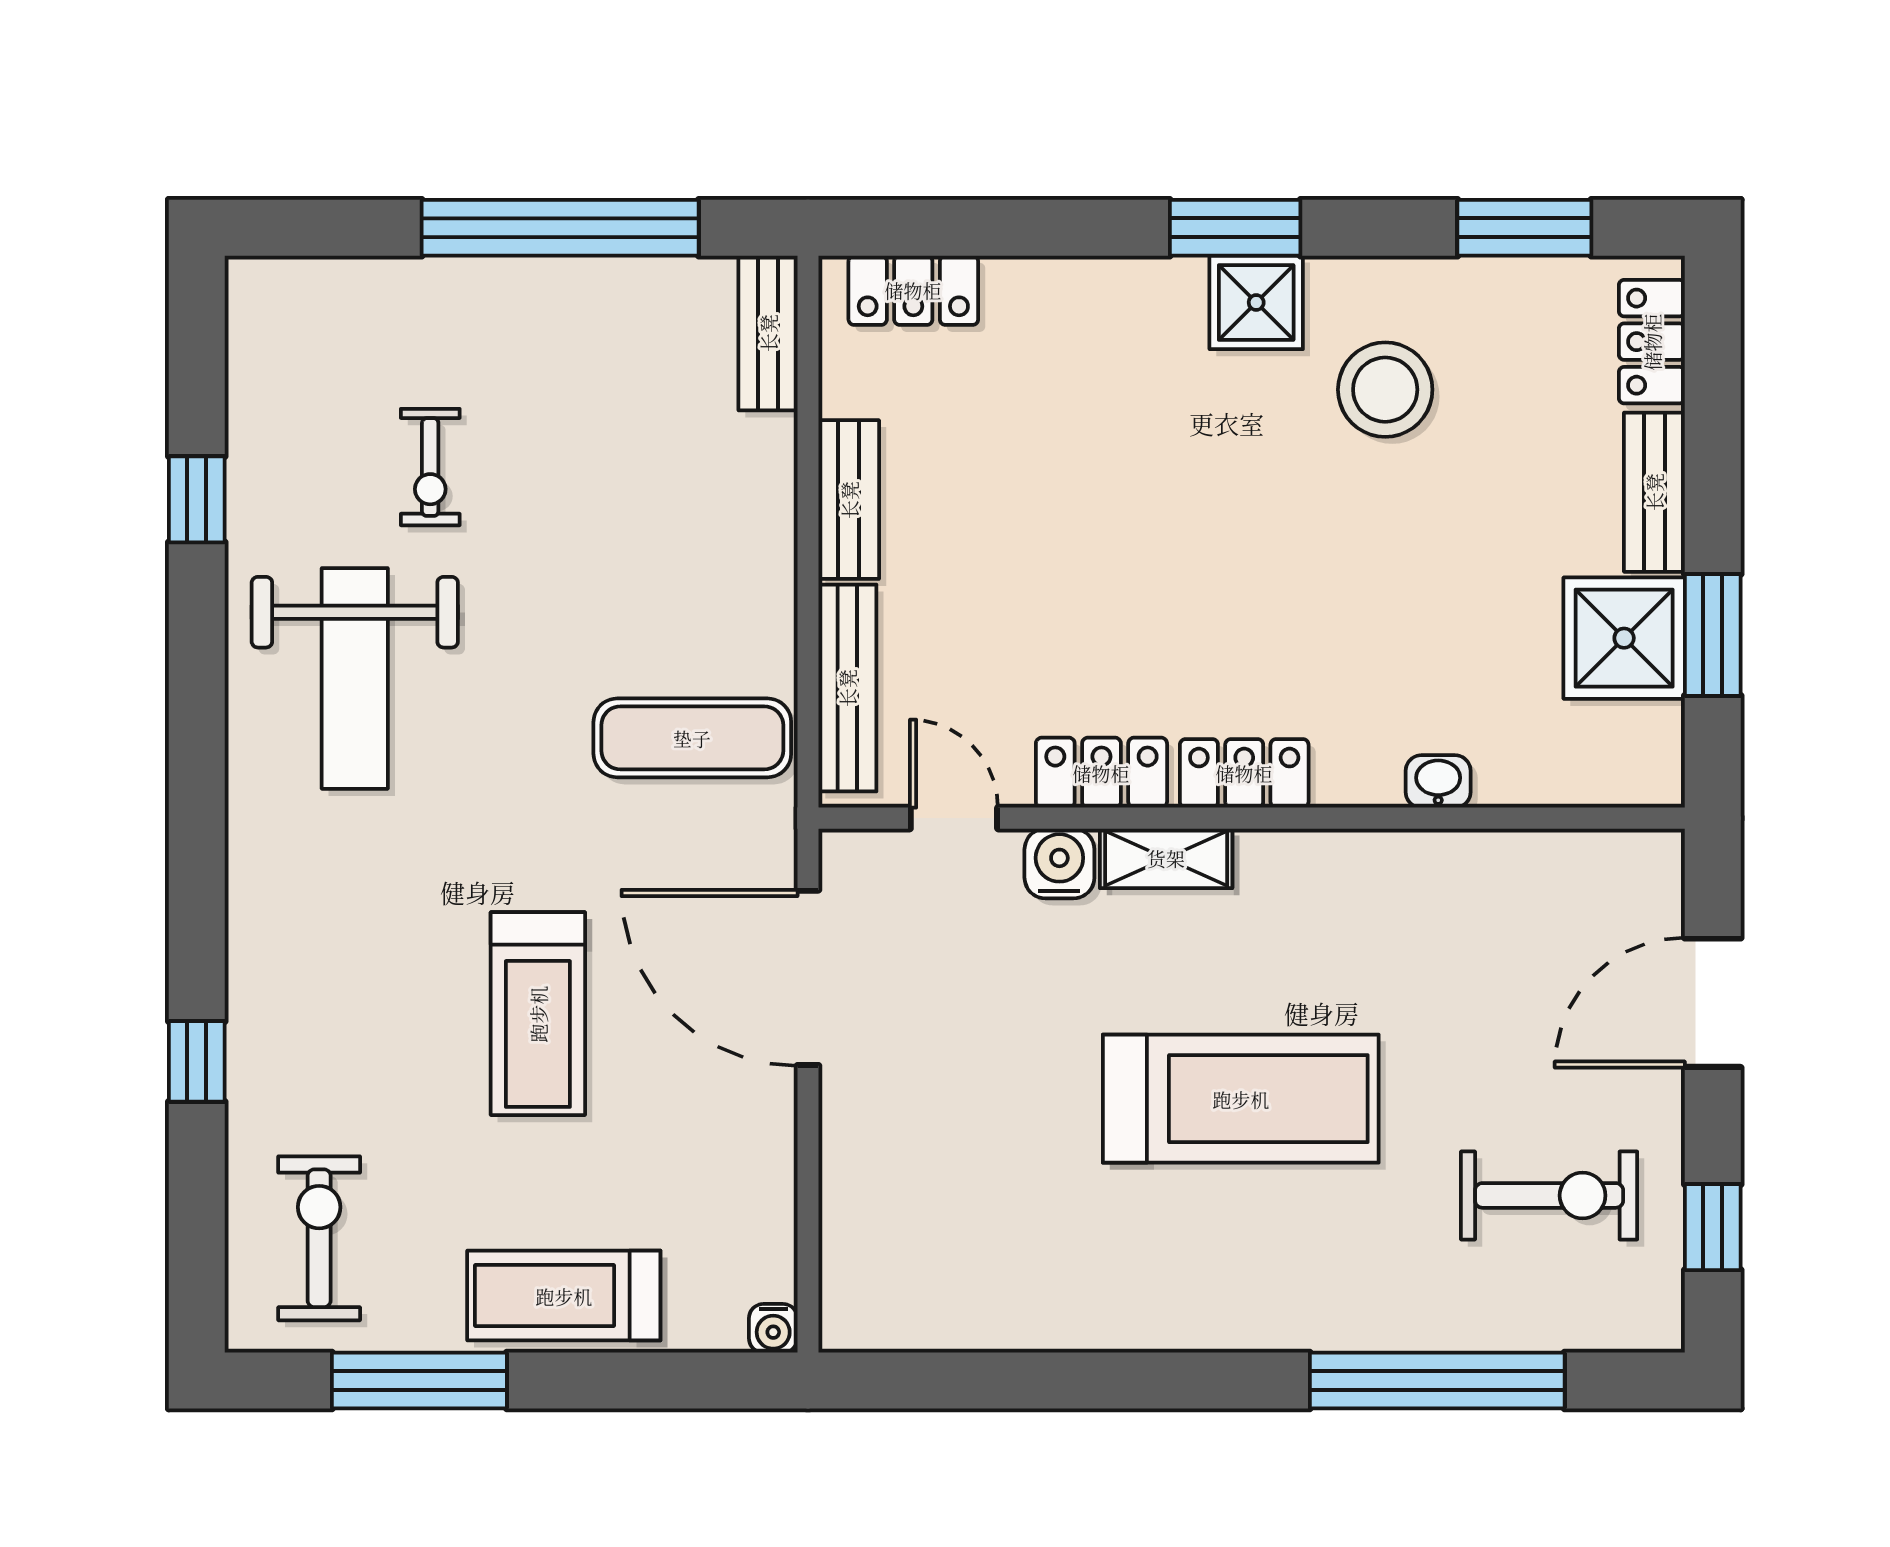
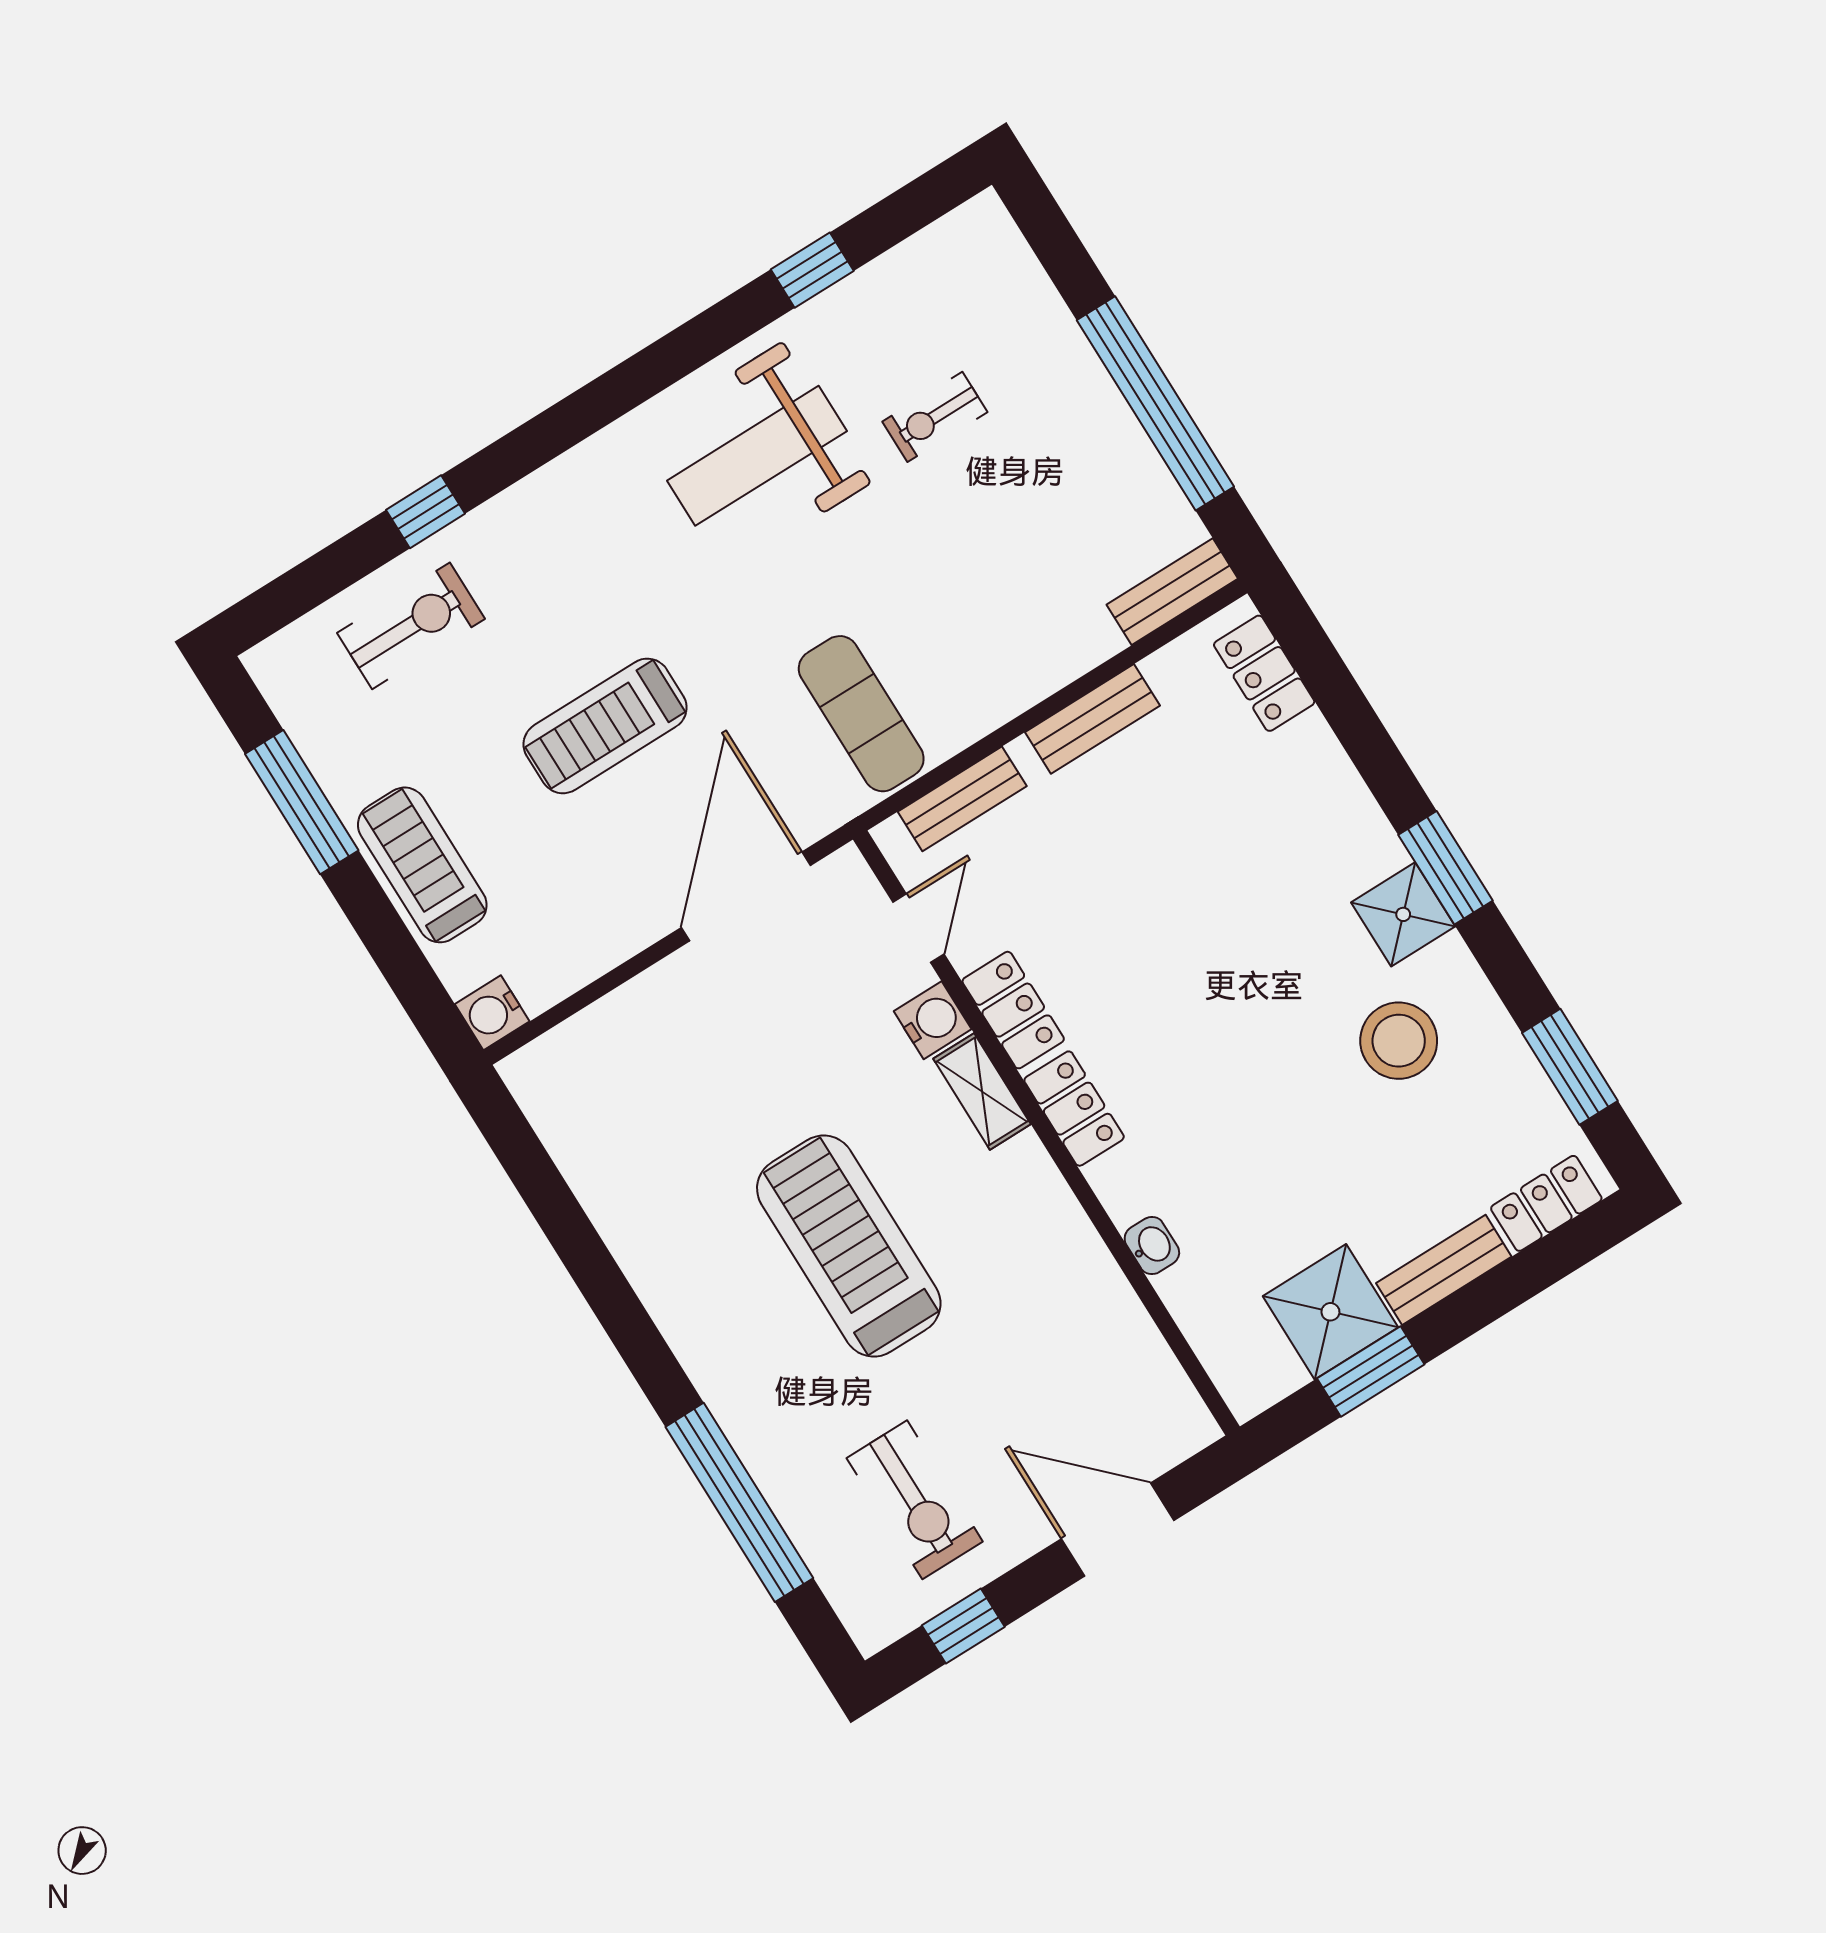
bench: (847, 688) -> (962, 799), width x0.73
treadmill: (1241, 1099) -> (849, 1246), turned 180
exercise bike: (319, 1238) -> (411, 626), moved
water cooler: (773, 1328) -> (492, 1013), width x1.38, depth x1.38

